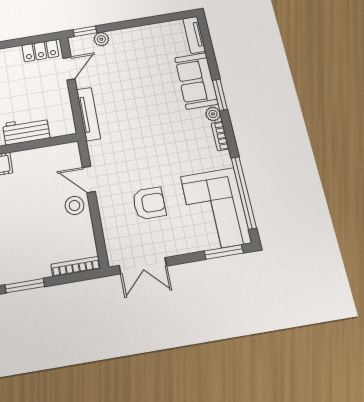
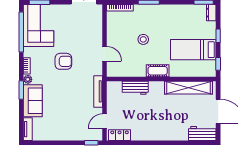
plant: (101, 39) -> (83, 136), removed
armchair: (149, 203) -> (63, 61), moved, turned 180
stool: (75, 205) -> (143, 39), moved

